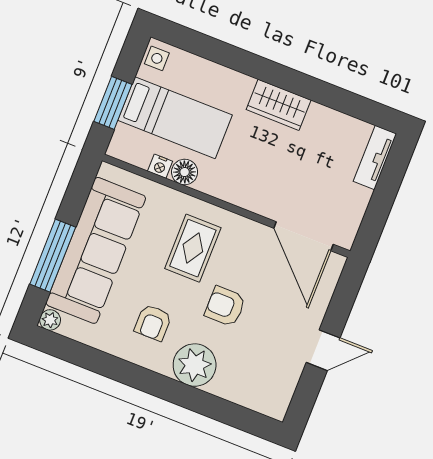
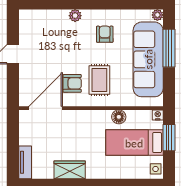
wardrobe: (279, 105) -> (70, 170), moved
nightstand: (160, 166) -> (158, 115), moved
door: (303, 236) -> (46, 108), hinge flipped
armchair: (225, 306) -> (72, 83), moved
plant: (195, 365) -> (75, 16), width x0.53, depth x0.53

